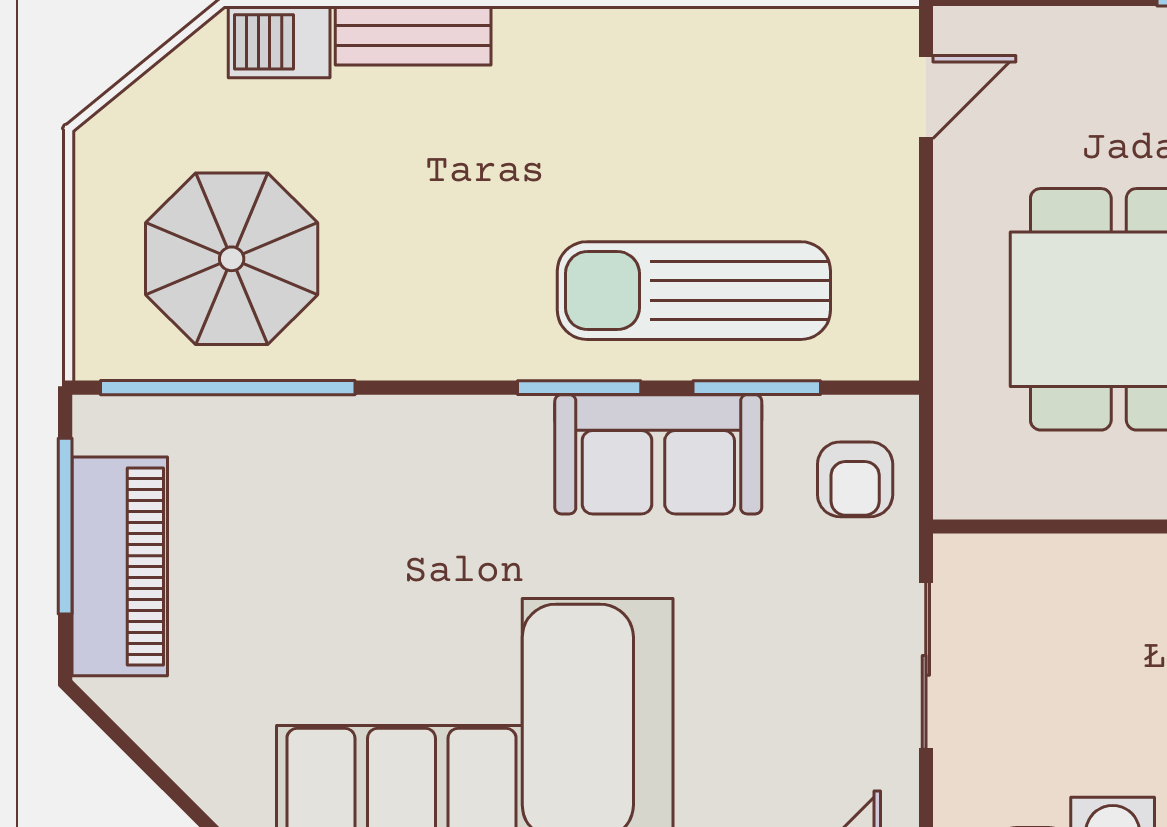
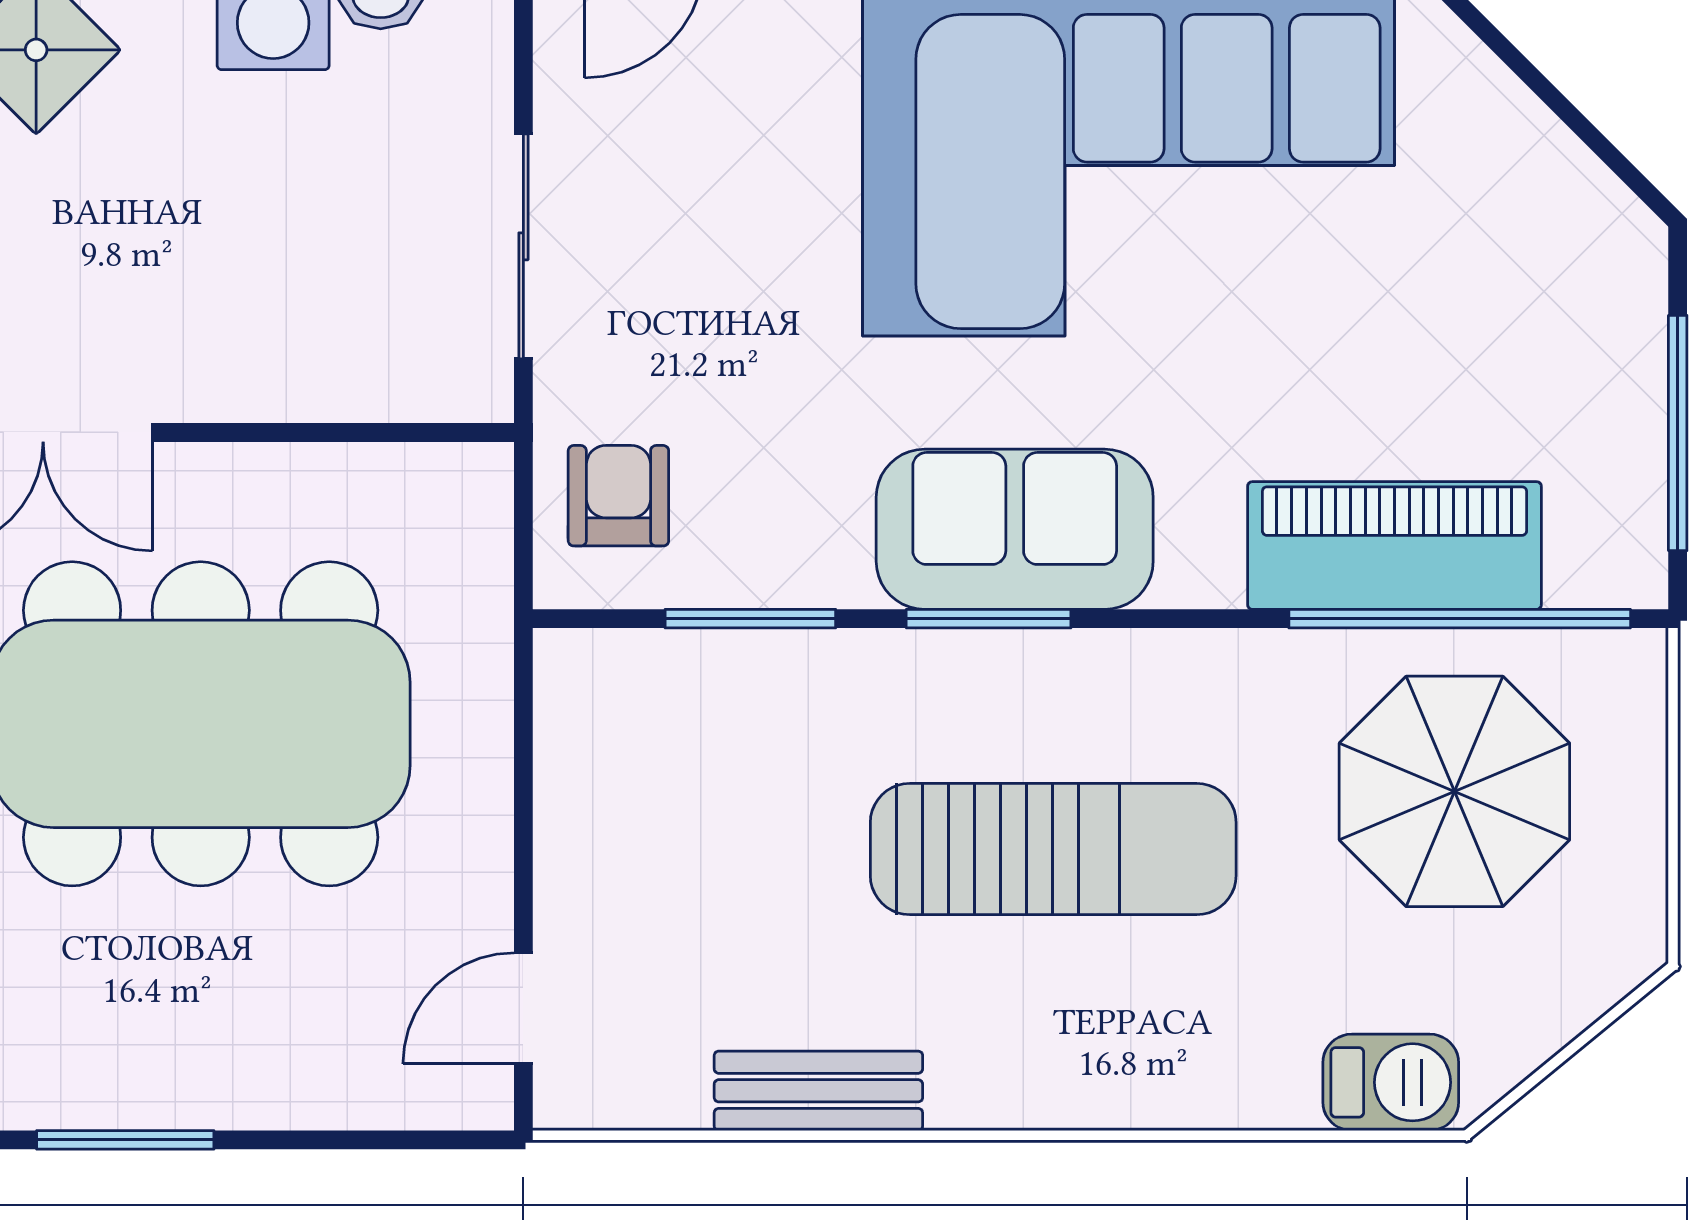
bench: (413, 36) -> (818, 1091), moved
sun lounger: (694, 291) -> (1053, 849), moved
sofa: (658, 454) -> (1015, 529), moved
piano: (120, 566) -> (1394, 546), moved, turned 90

